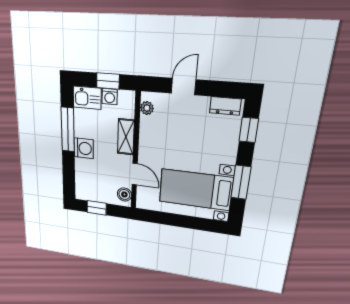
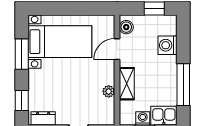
plant: (147, 108) -> (109, 91), moved
washing machine: (84, 148) -> (168, 45), moved
door: (135, 174) -> (117, 49), hinge flipped

